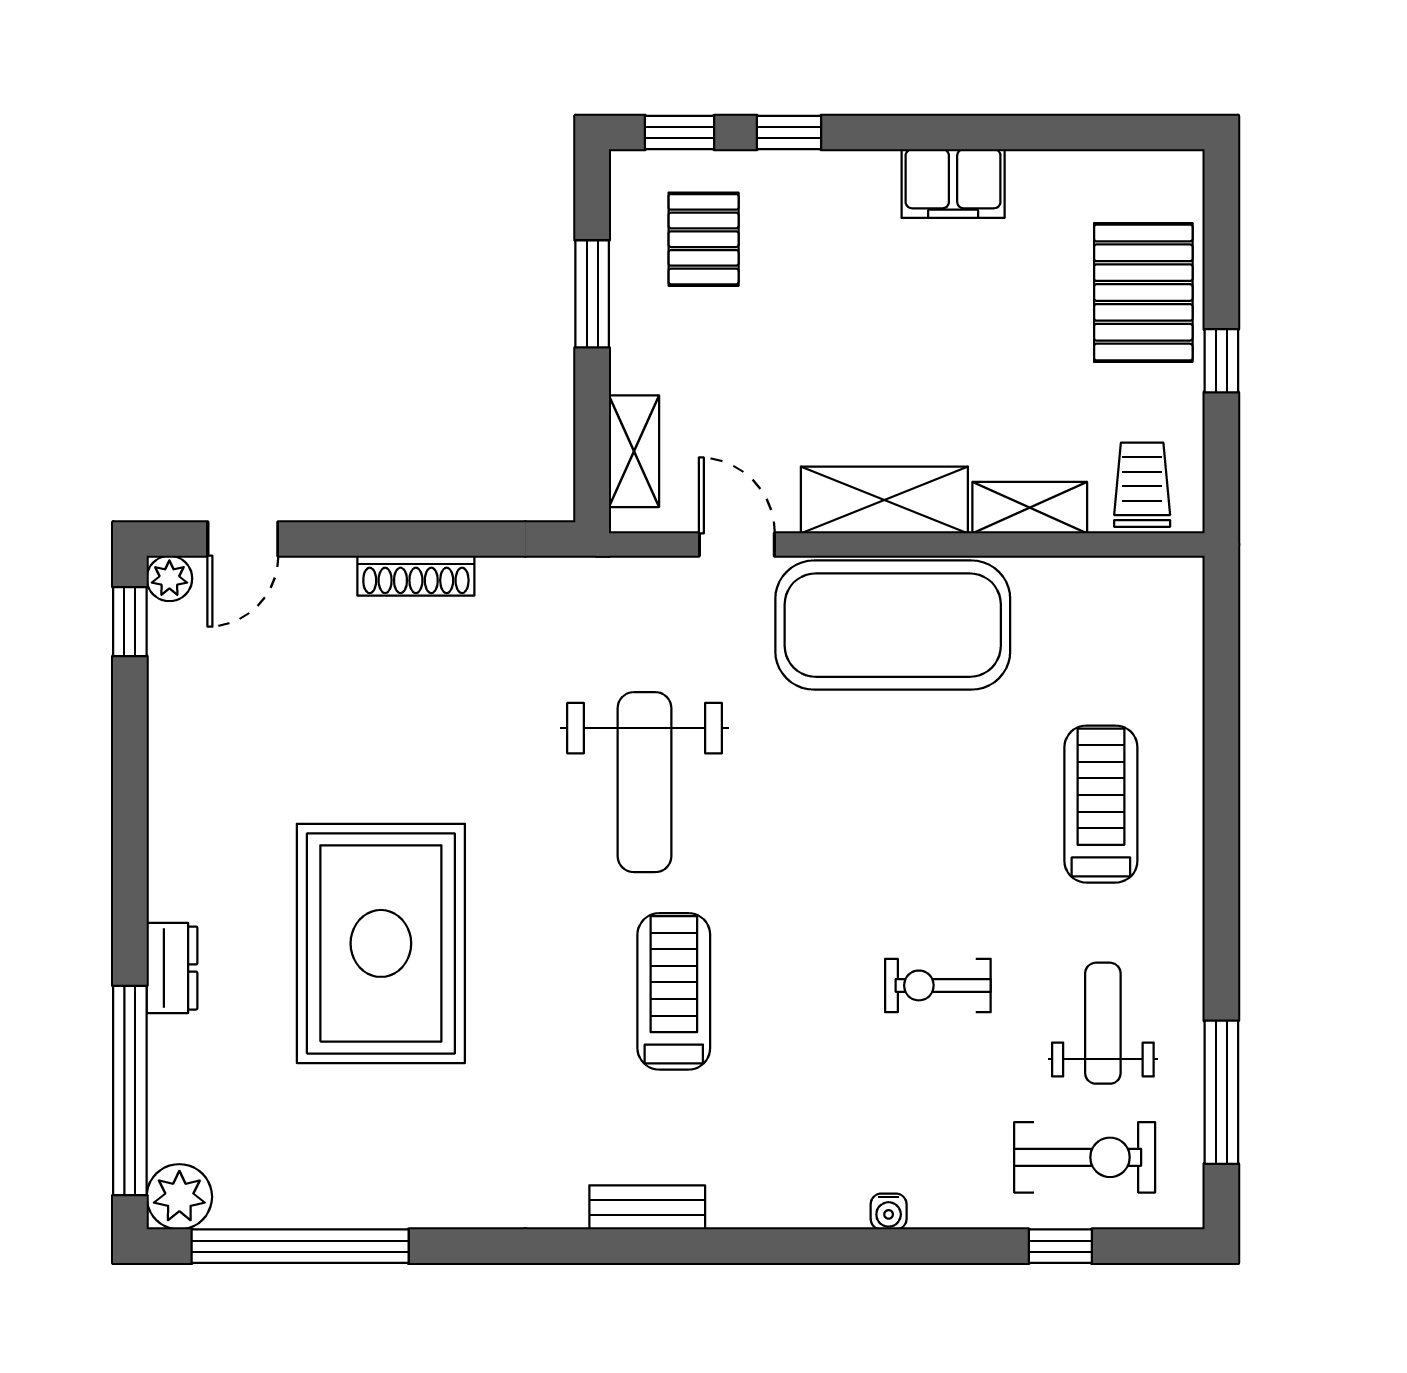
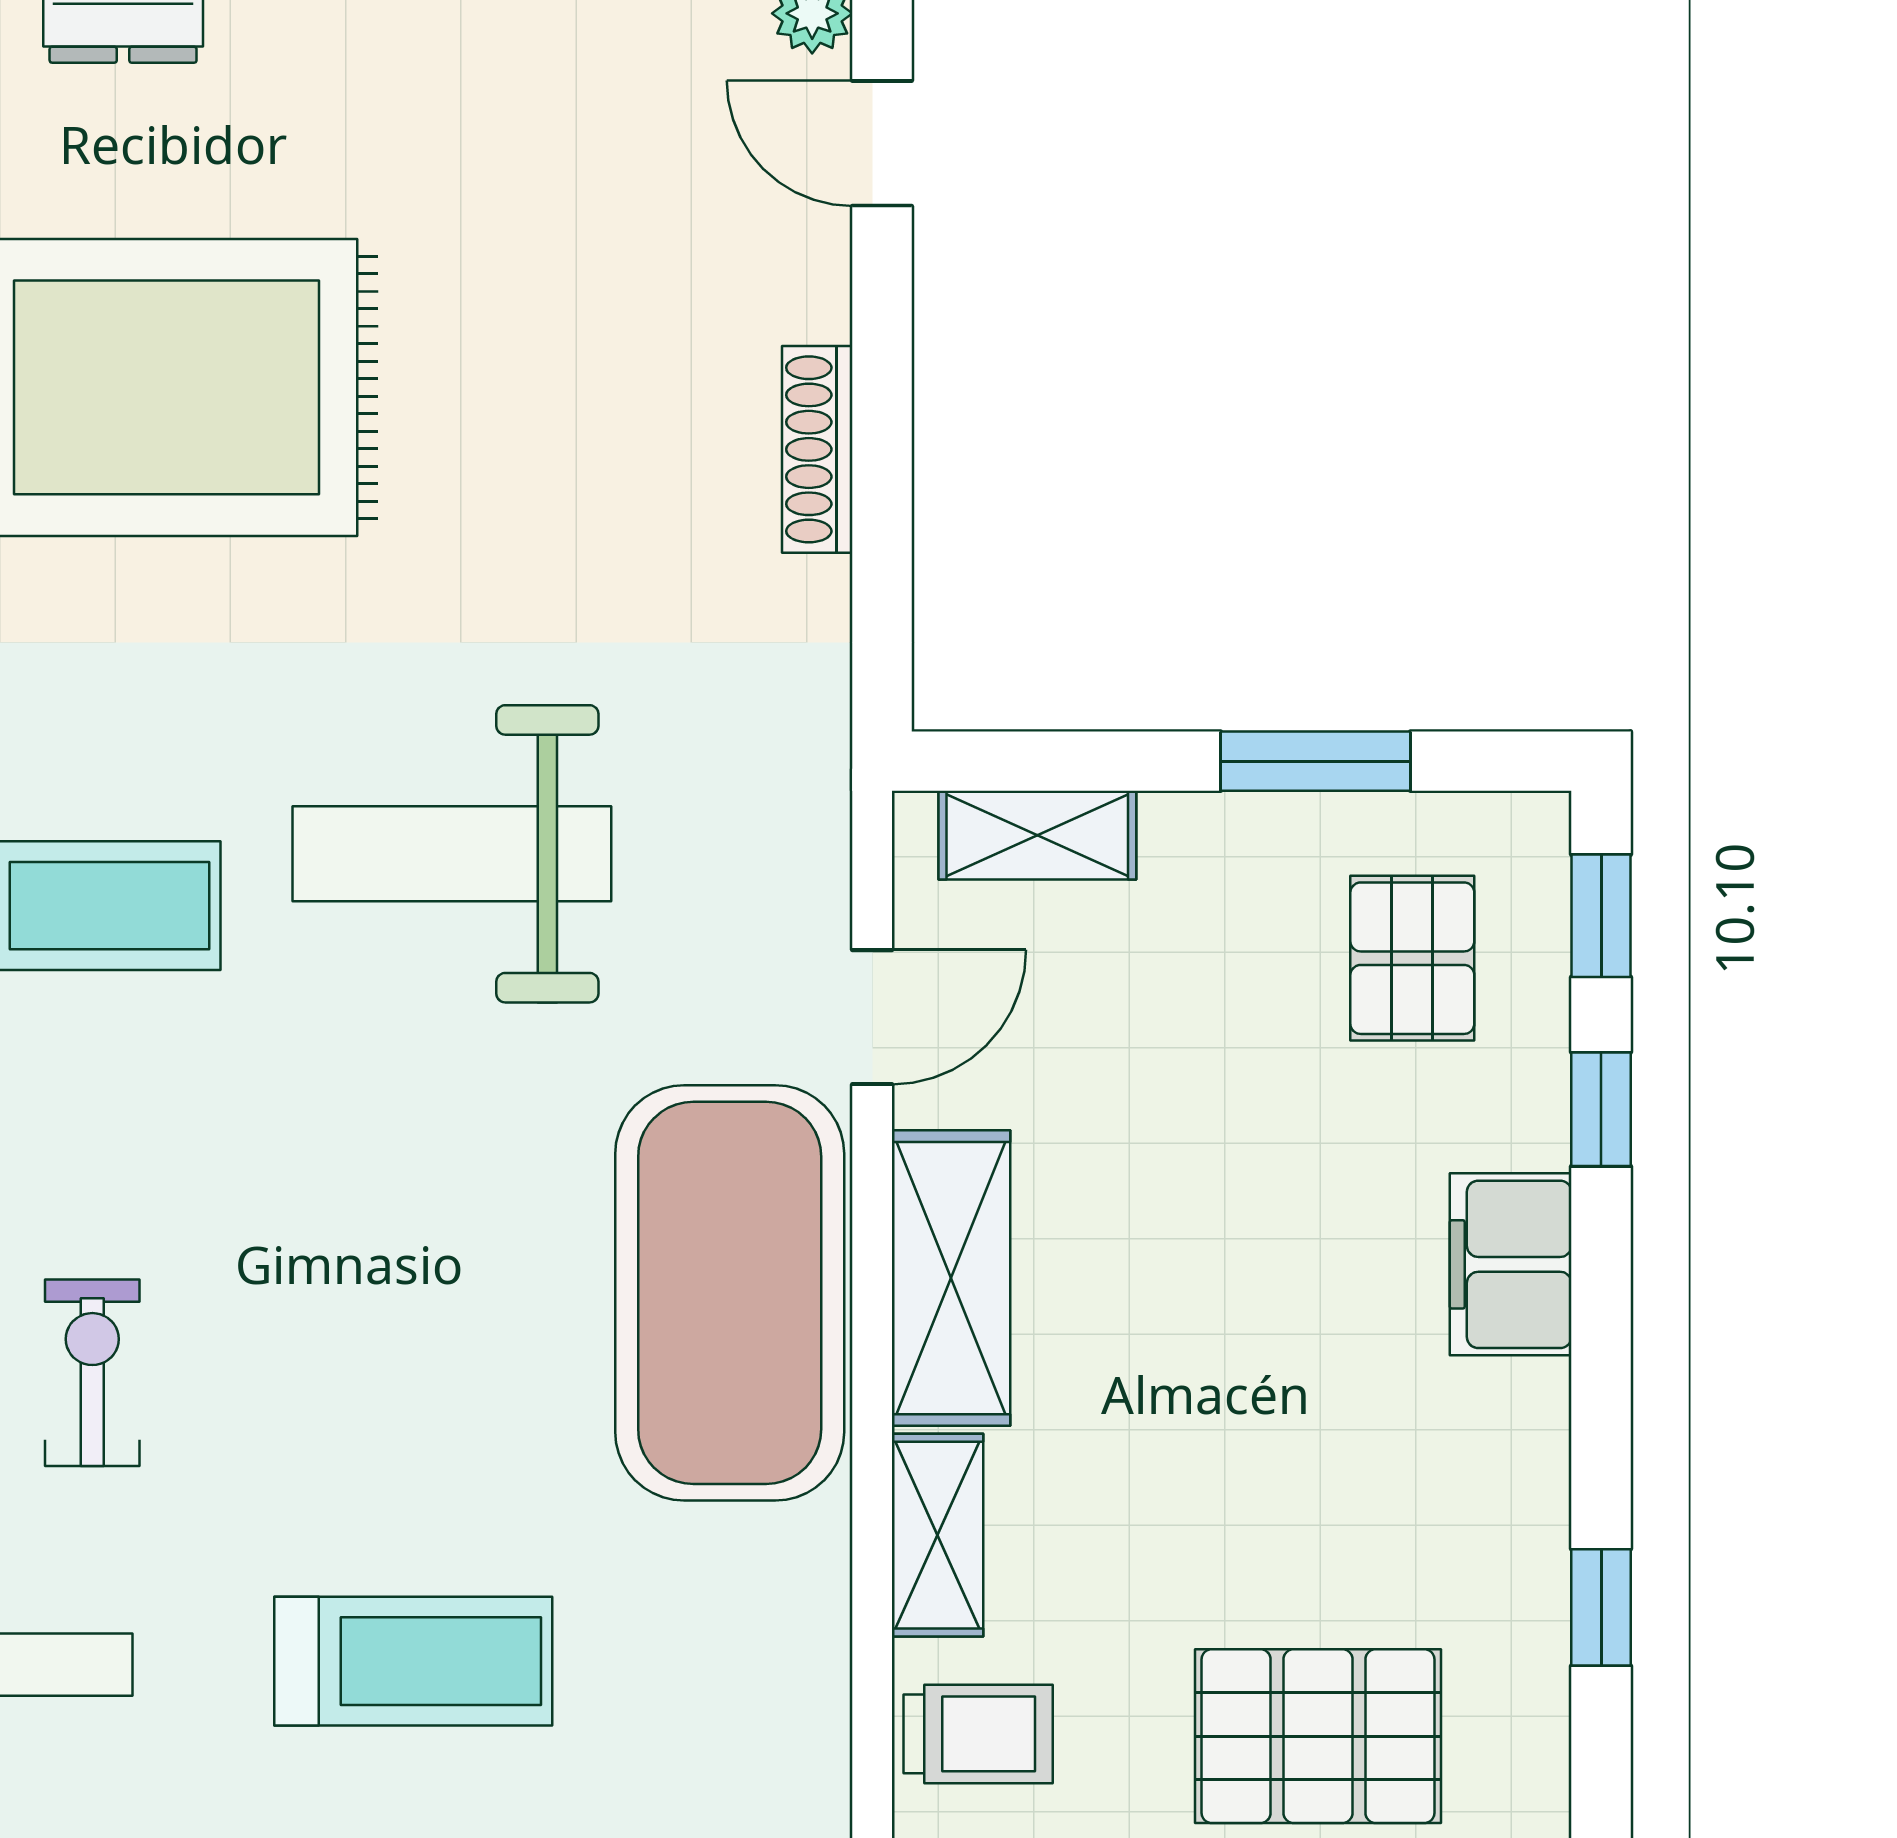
window: (1070, 133) -> (1601, 1607), added
filing cabinet: (953, 184) -> (1511, 1264), moved
pallet: (704, 239) -> (1412, 958), turned 90

